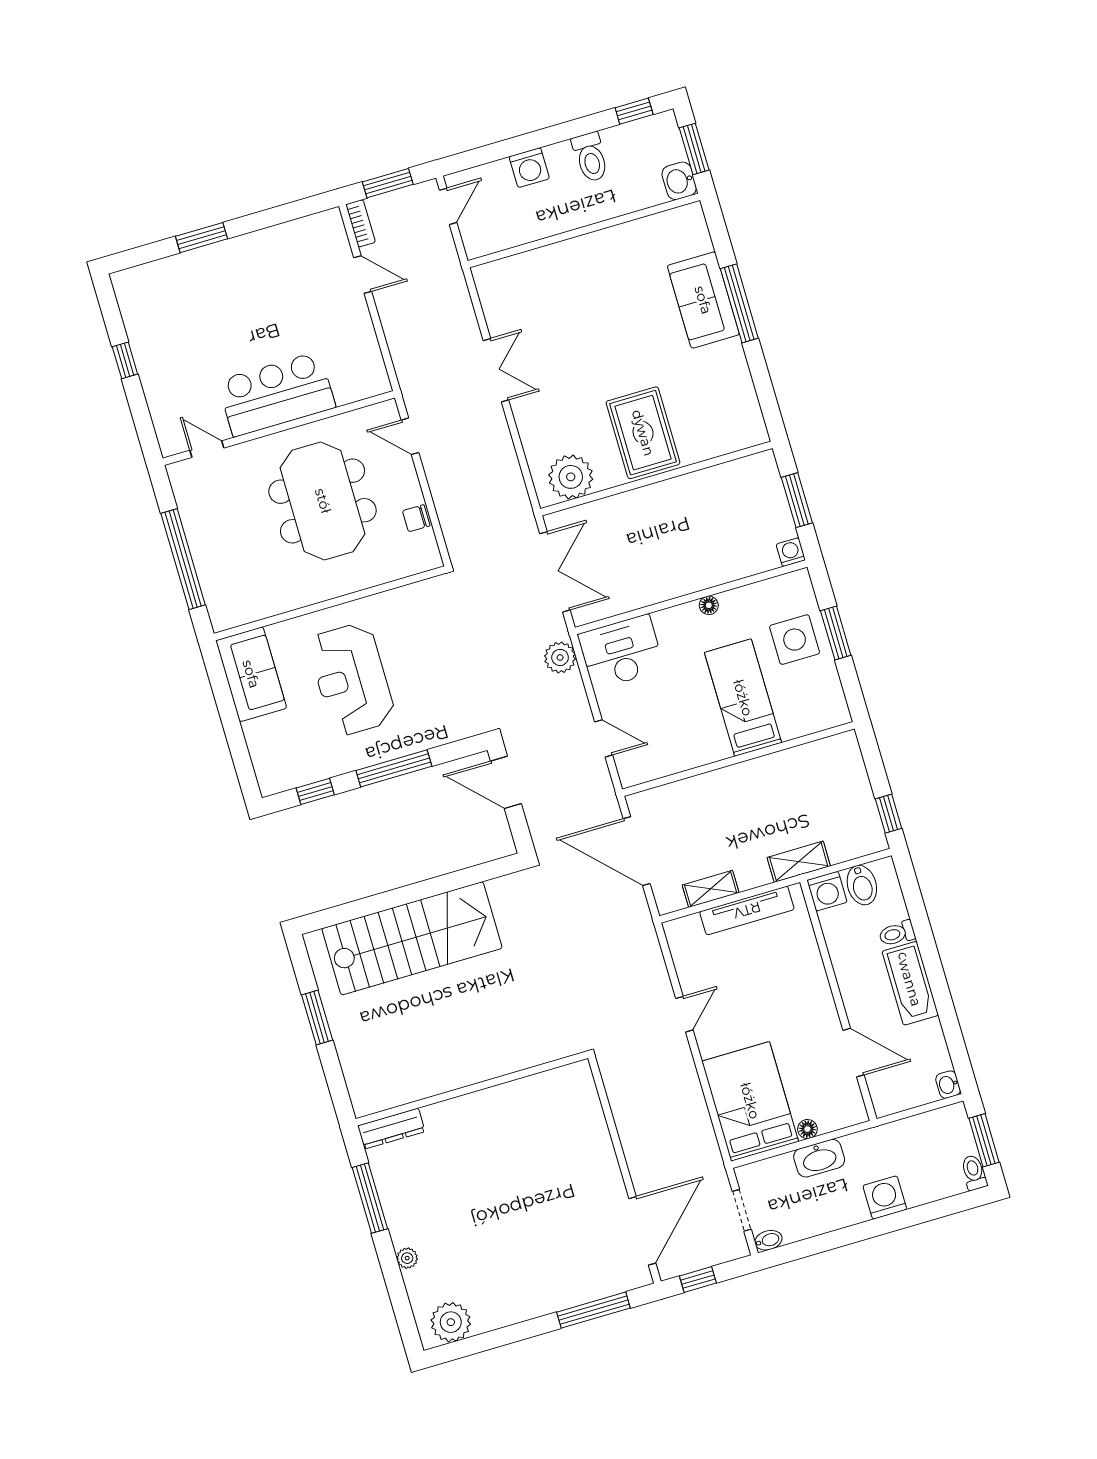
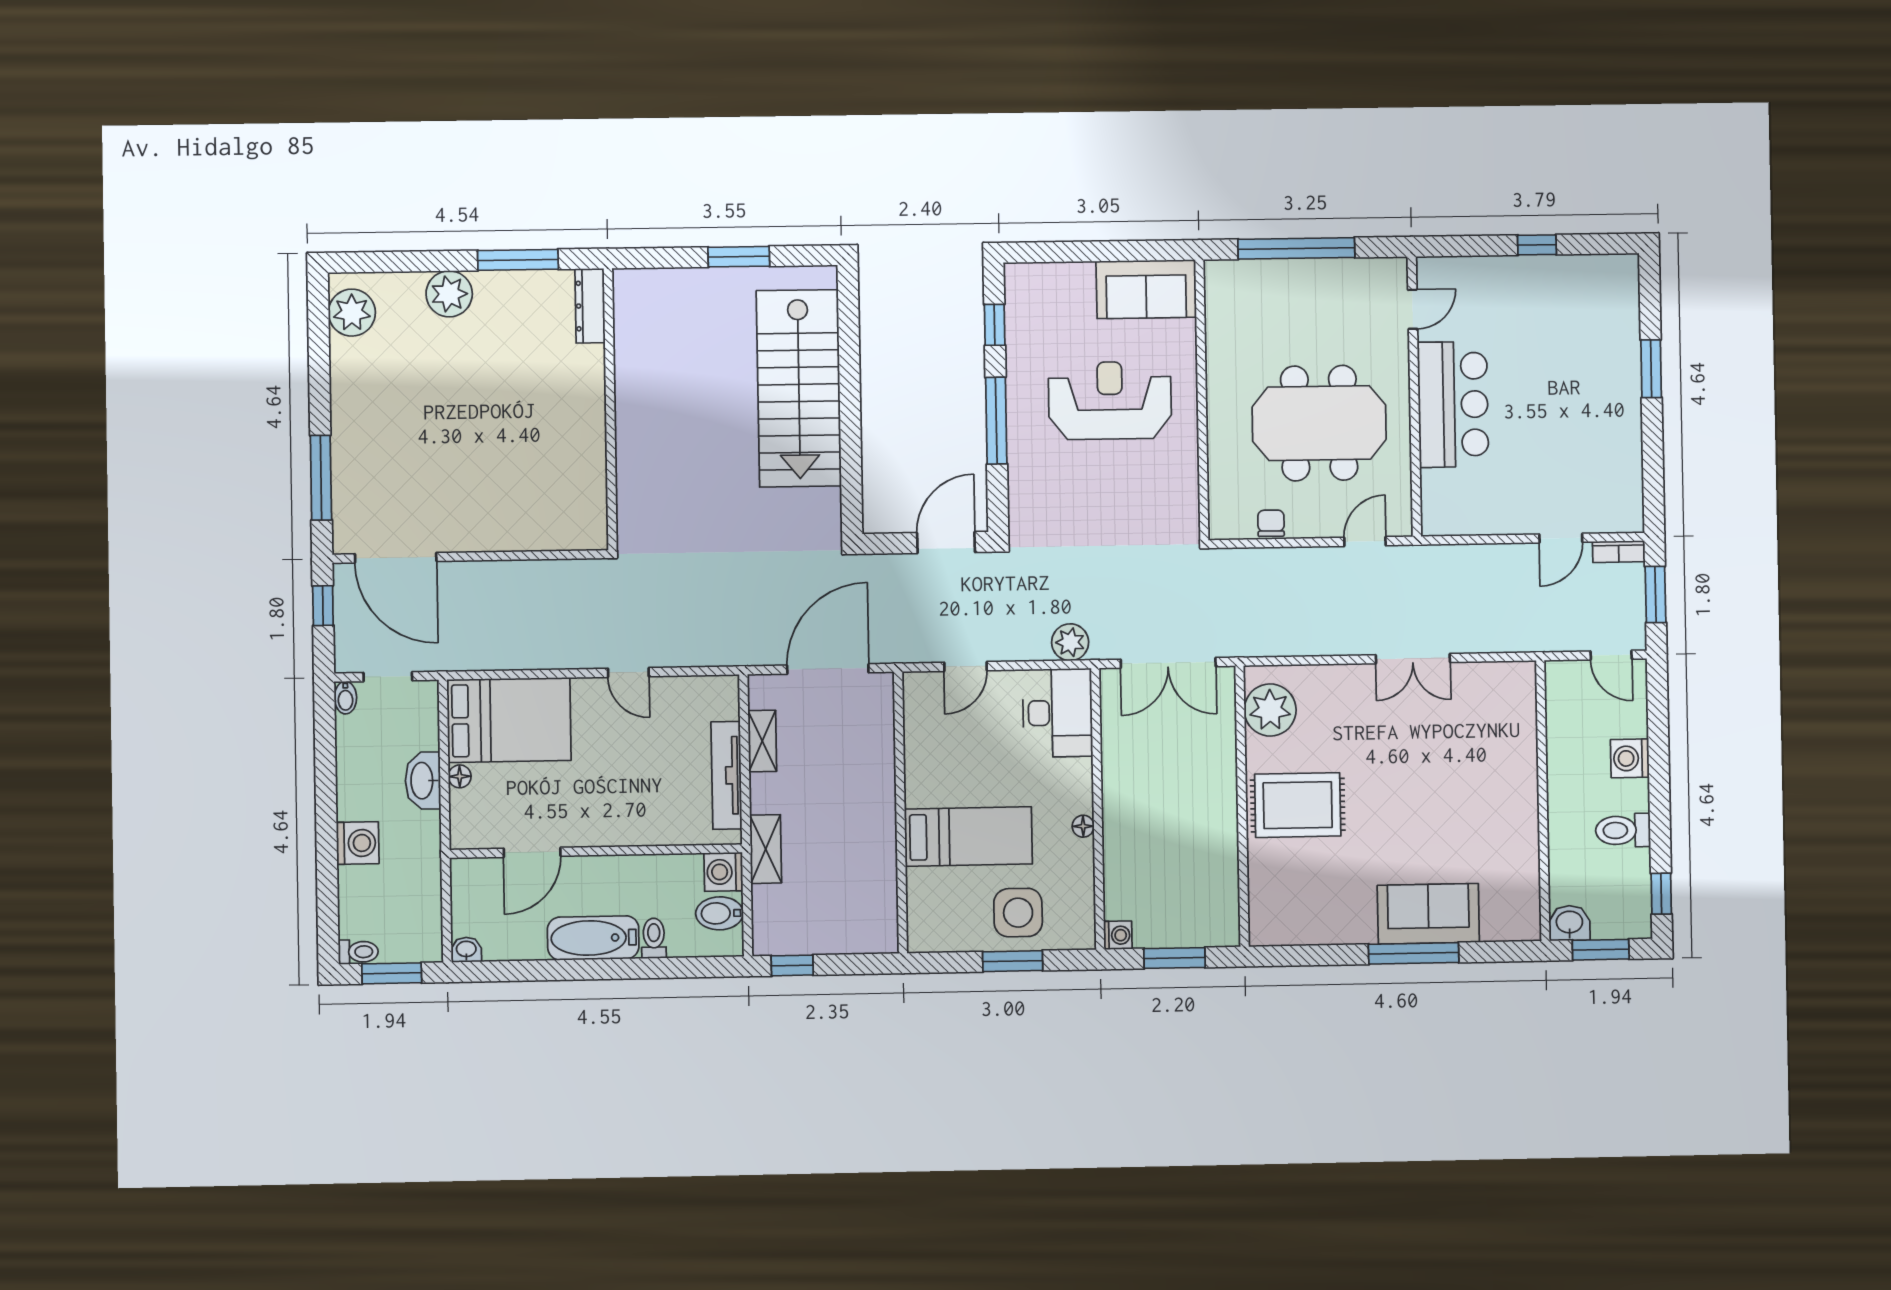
plant: (407, 1258) -> (449, 294), width x1.88, depth x1.88

